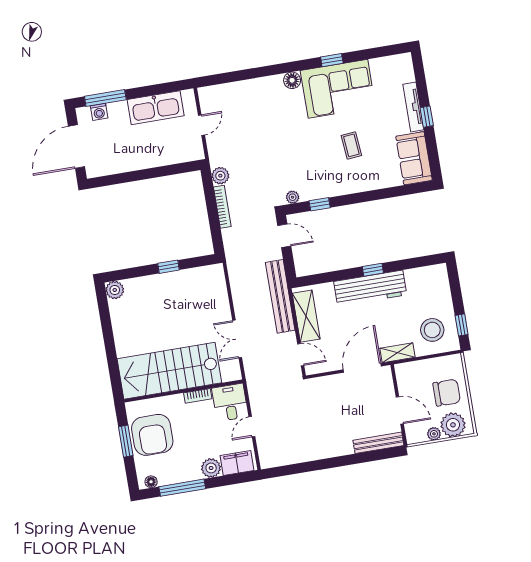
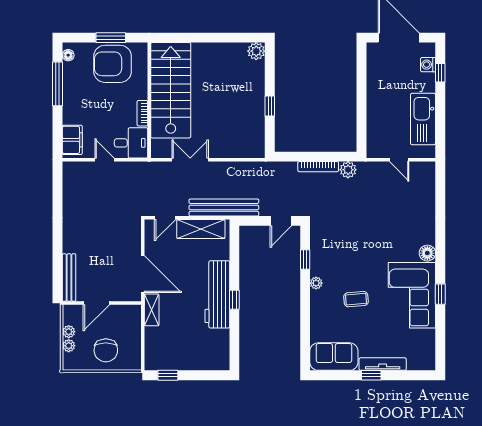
window: (105, 98) -> (440, 73), width x0.46
plant: (293, 197) -> (316, 283), moved
stool: (432, 330) -> (168, 347), removed
plant: (453, 425) -> (69, 346), width x0.53, depth x0.53
plant: (211, 468) -> (72, 114), removed

